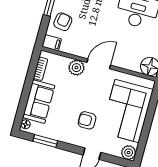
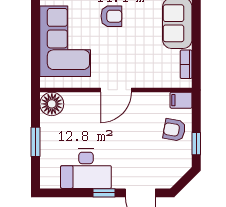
armchair: (63, 22) -> (174, 130), turned 91
plant: (76, 68) -> (142, 78), removed

